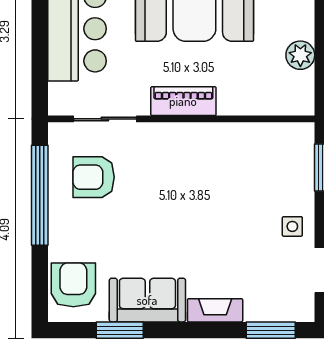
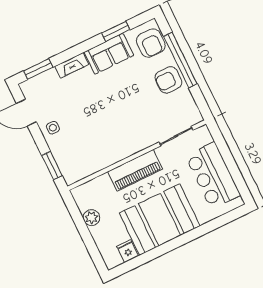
piano: (183, 101) -> (135, 170), width x1.37, depth x1.33
armchair: (94, 177) -> (168, 80), moved, turned 180
window: (40, 195) -> (180, 60), moved

